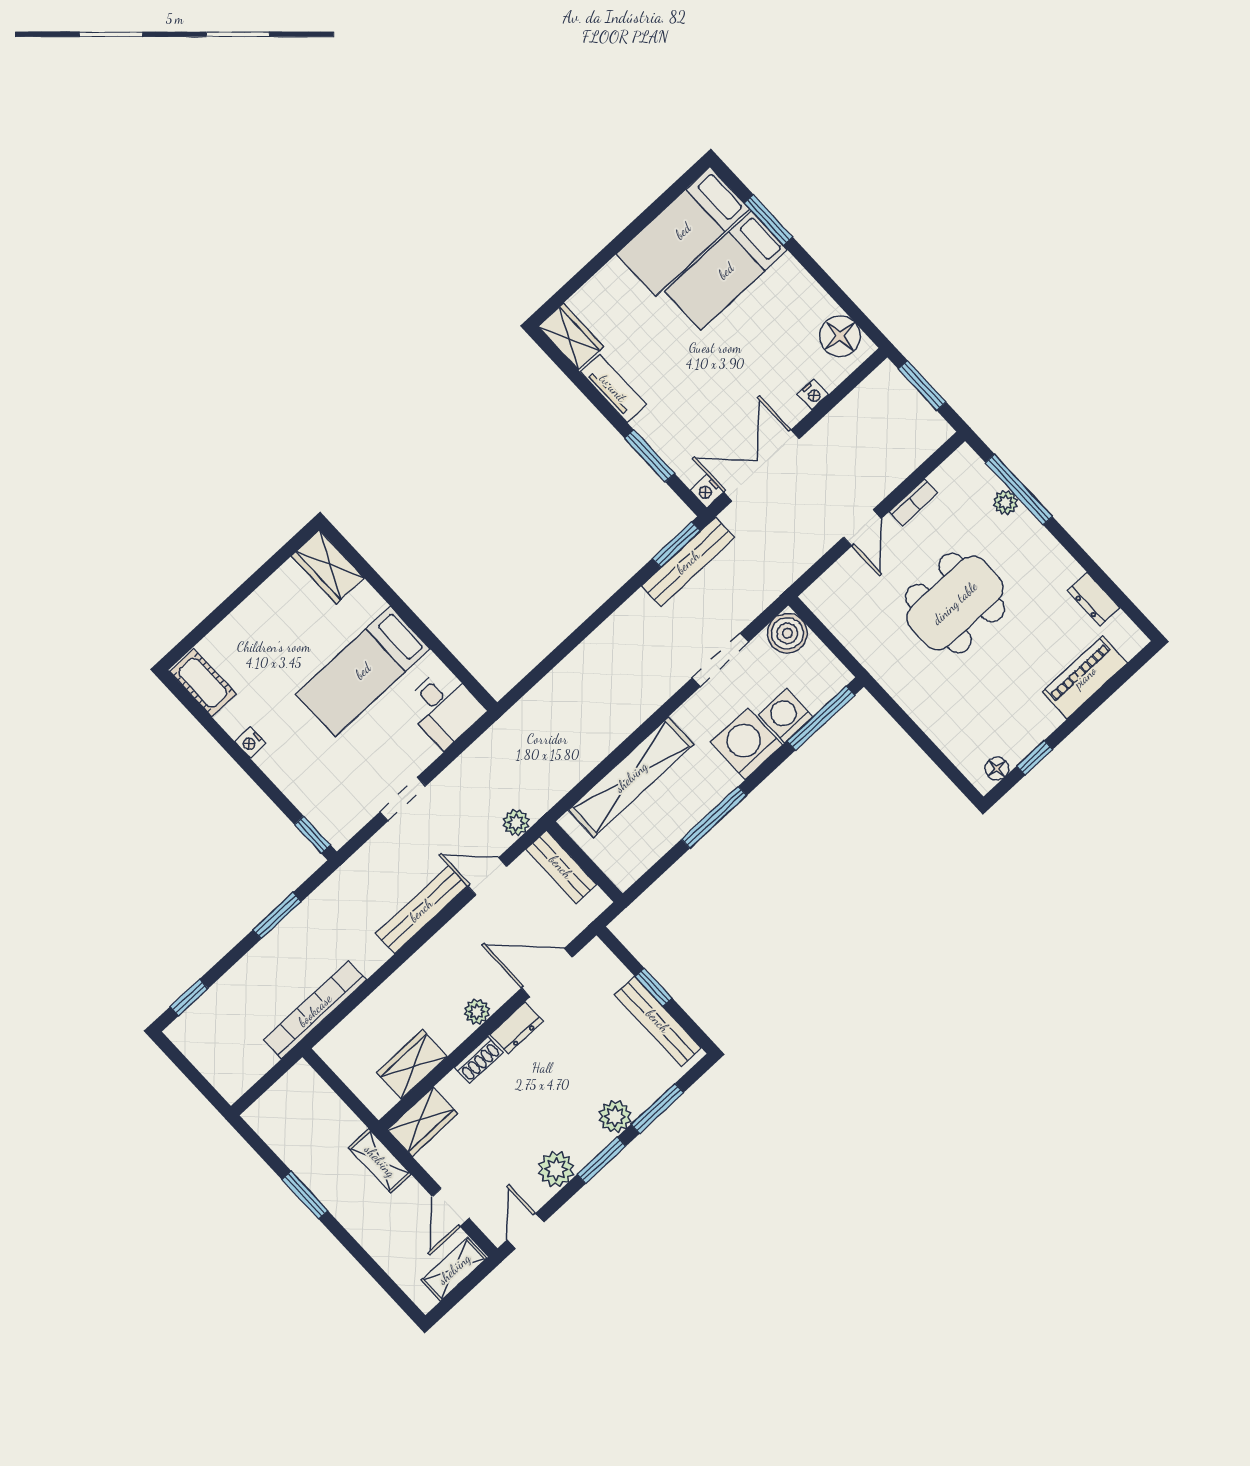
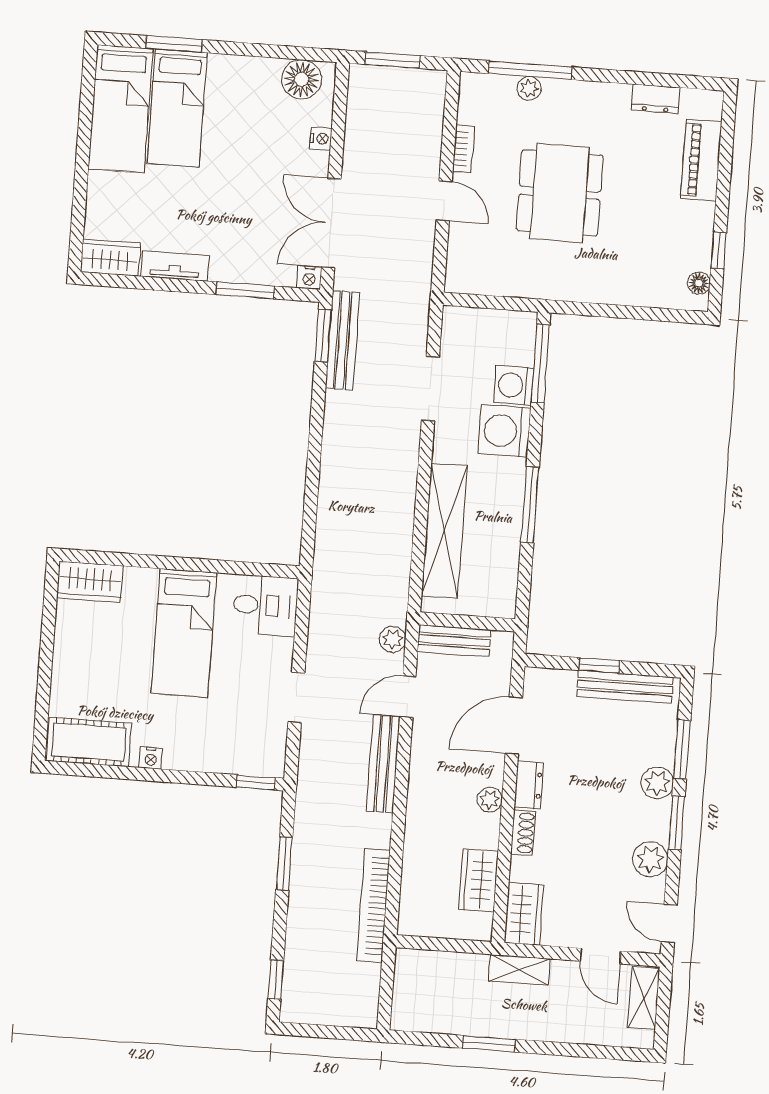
boiler: (787, 633) -> (460, 325), removed
cot: (203, 683) -> (89, 742), width x1.37, depth x1.34

